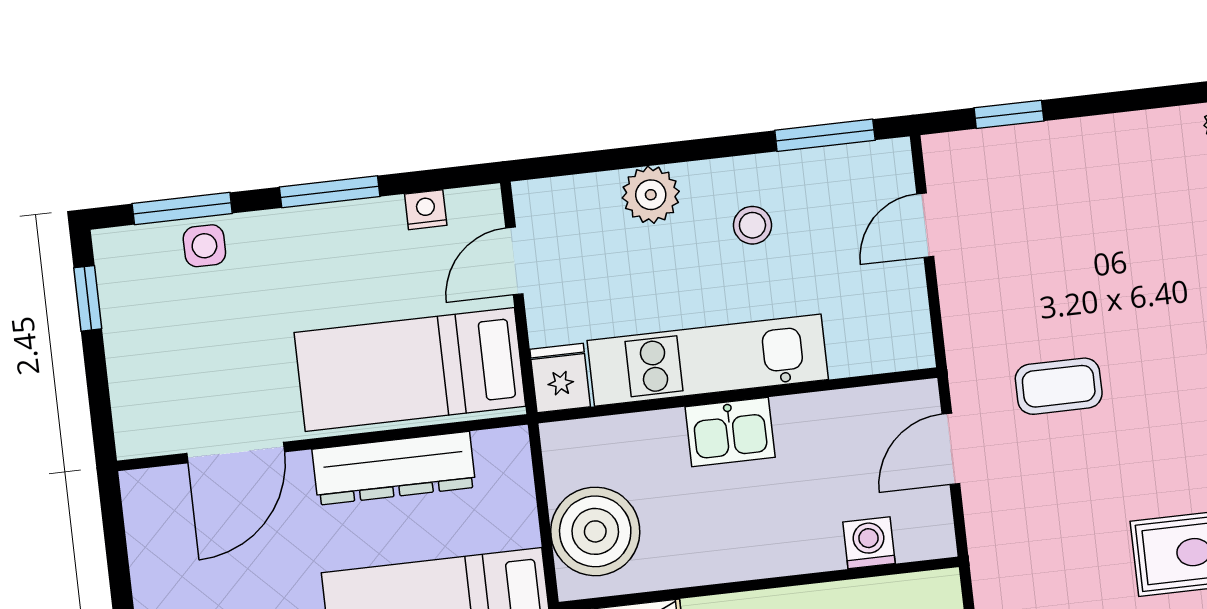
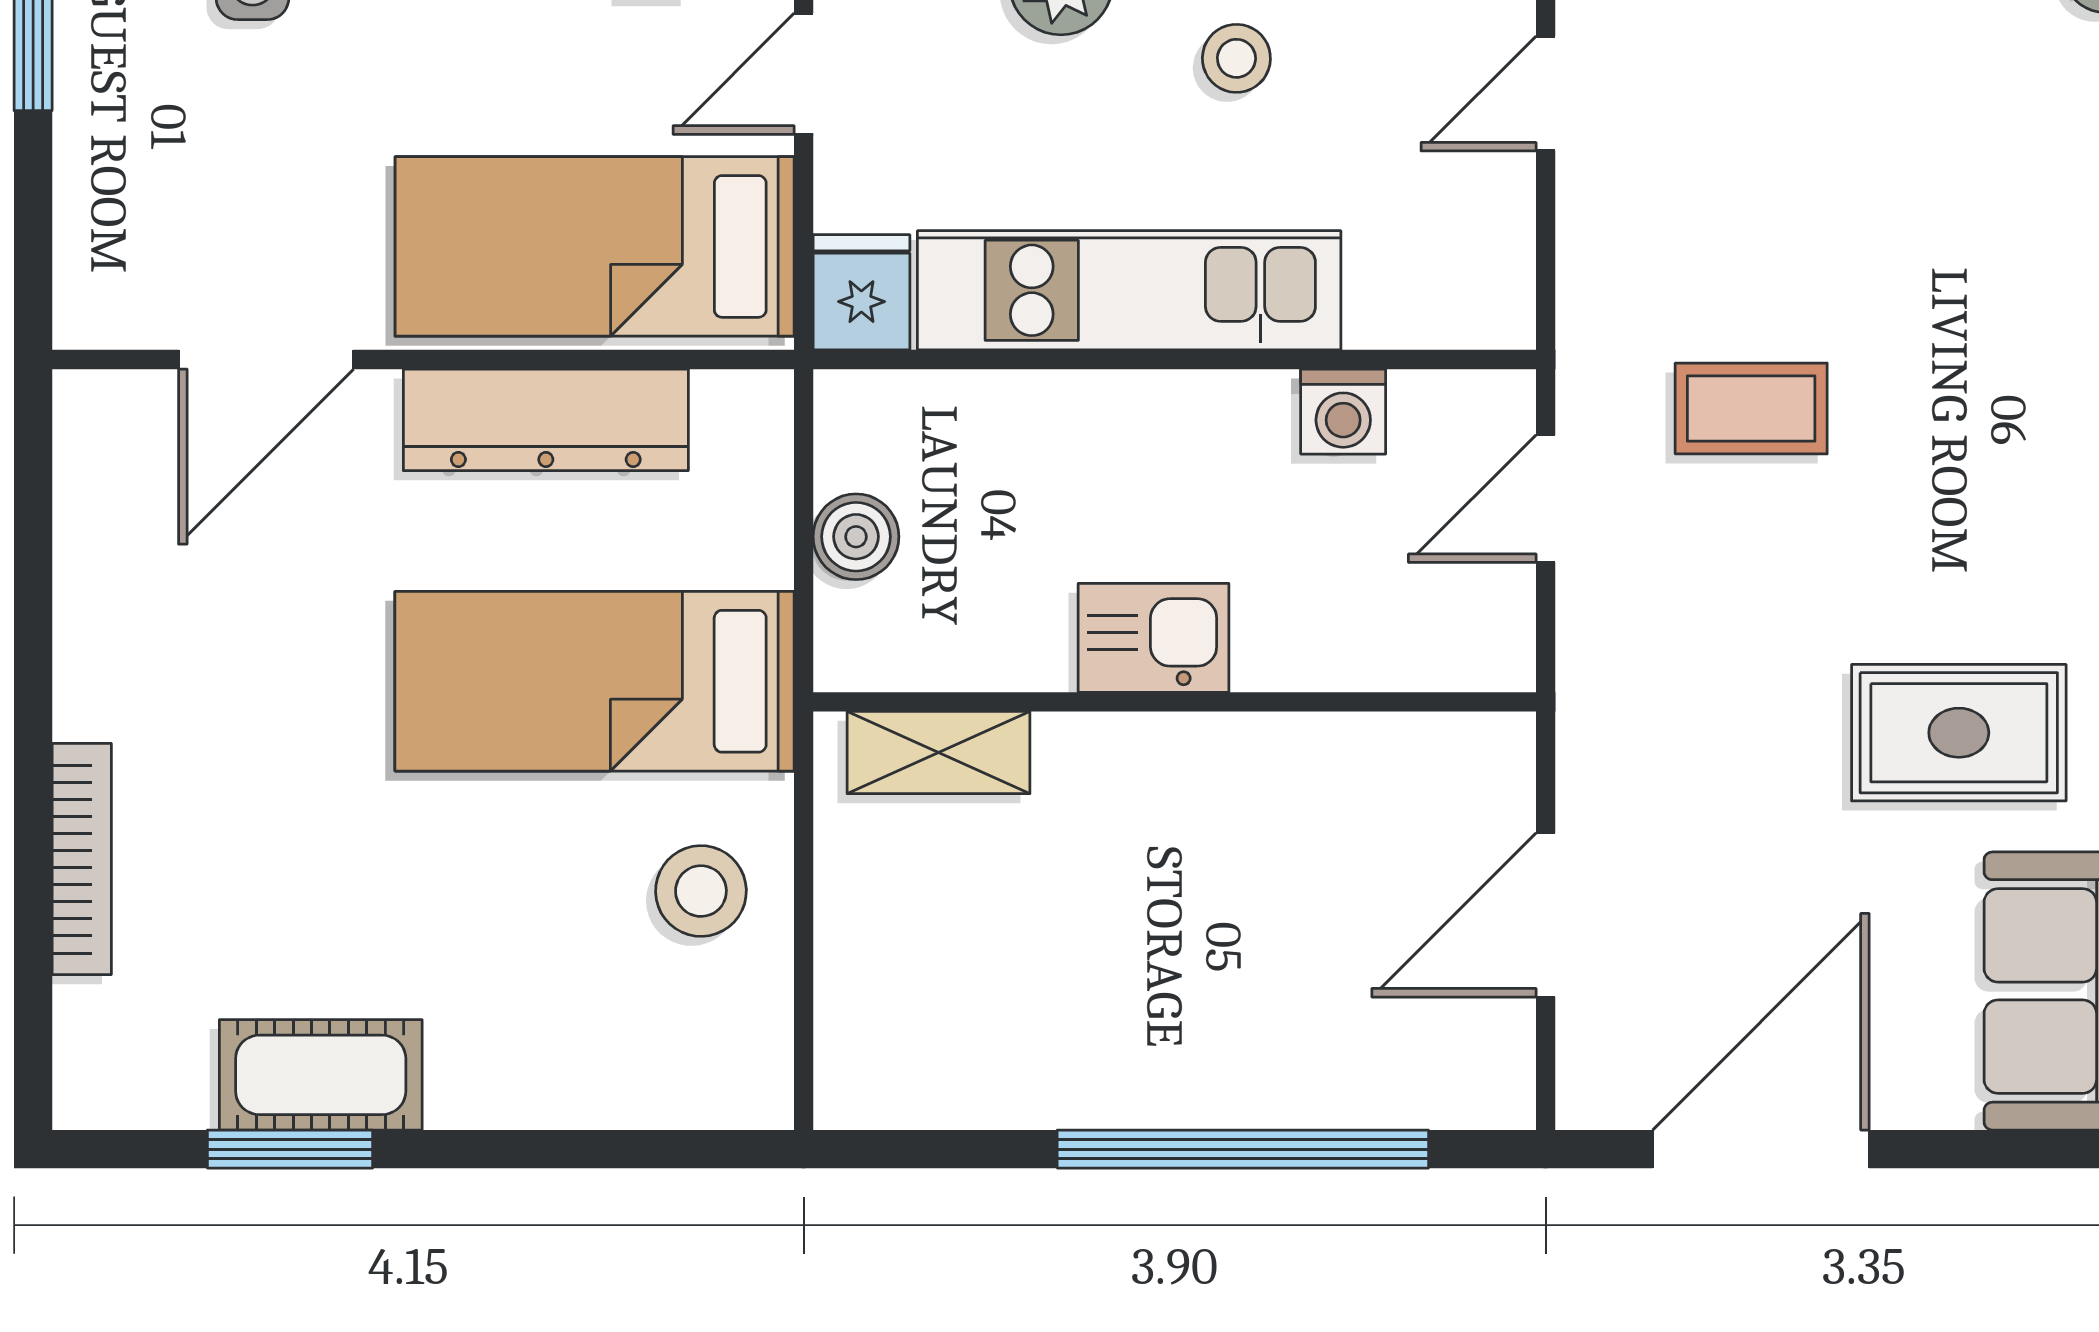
kitchen sink: (730, 432) -> (1154, 638), moved, turned 180
boiler: (595, 531) -> (856, 537), width x0.54, depth x0.54
washing machine: (869, 543) -> (1343, 412), moved, turned 180

